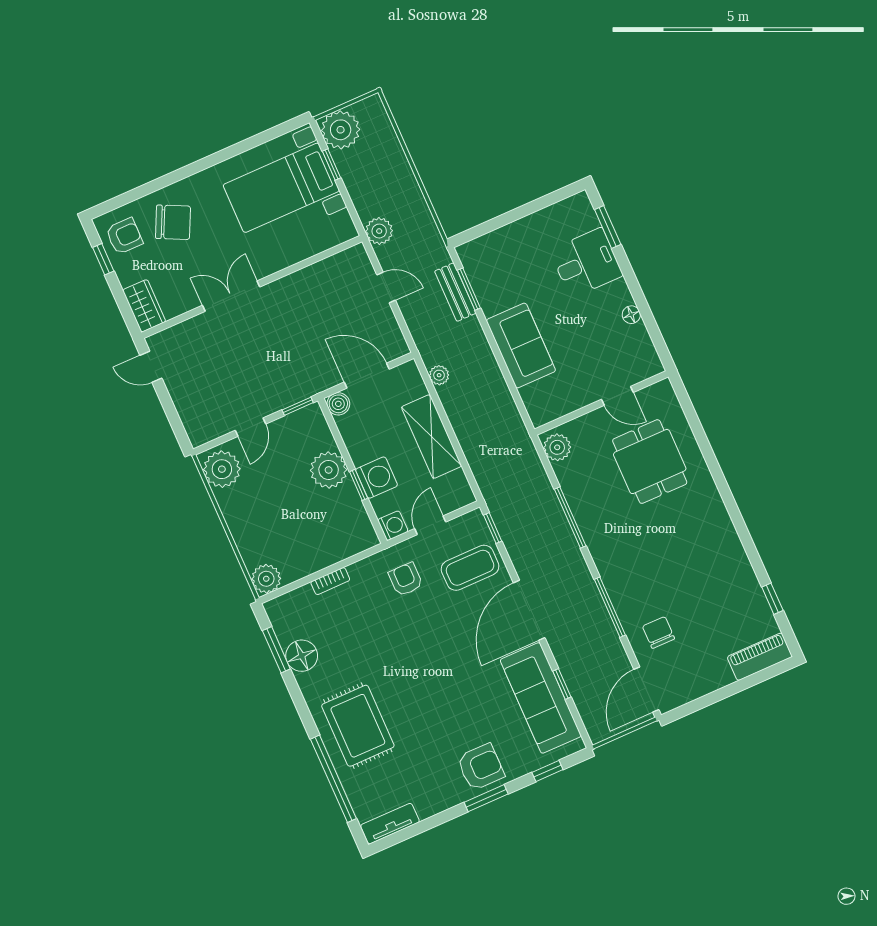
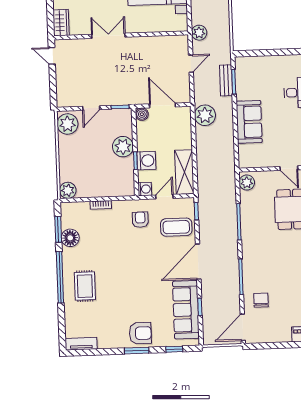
door: (386, 288) -> (191, 64), hinge flipped
plant: (439, 375) -> (205, 115), width x1.87, depth x1.87
shelving: (432, 437) -> (184, 172), moved
rug: (358, 726) -> (85, 286), width x0.73, depth x0.70
window: (333, 779) -> (60, 277), moved

